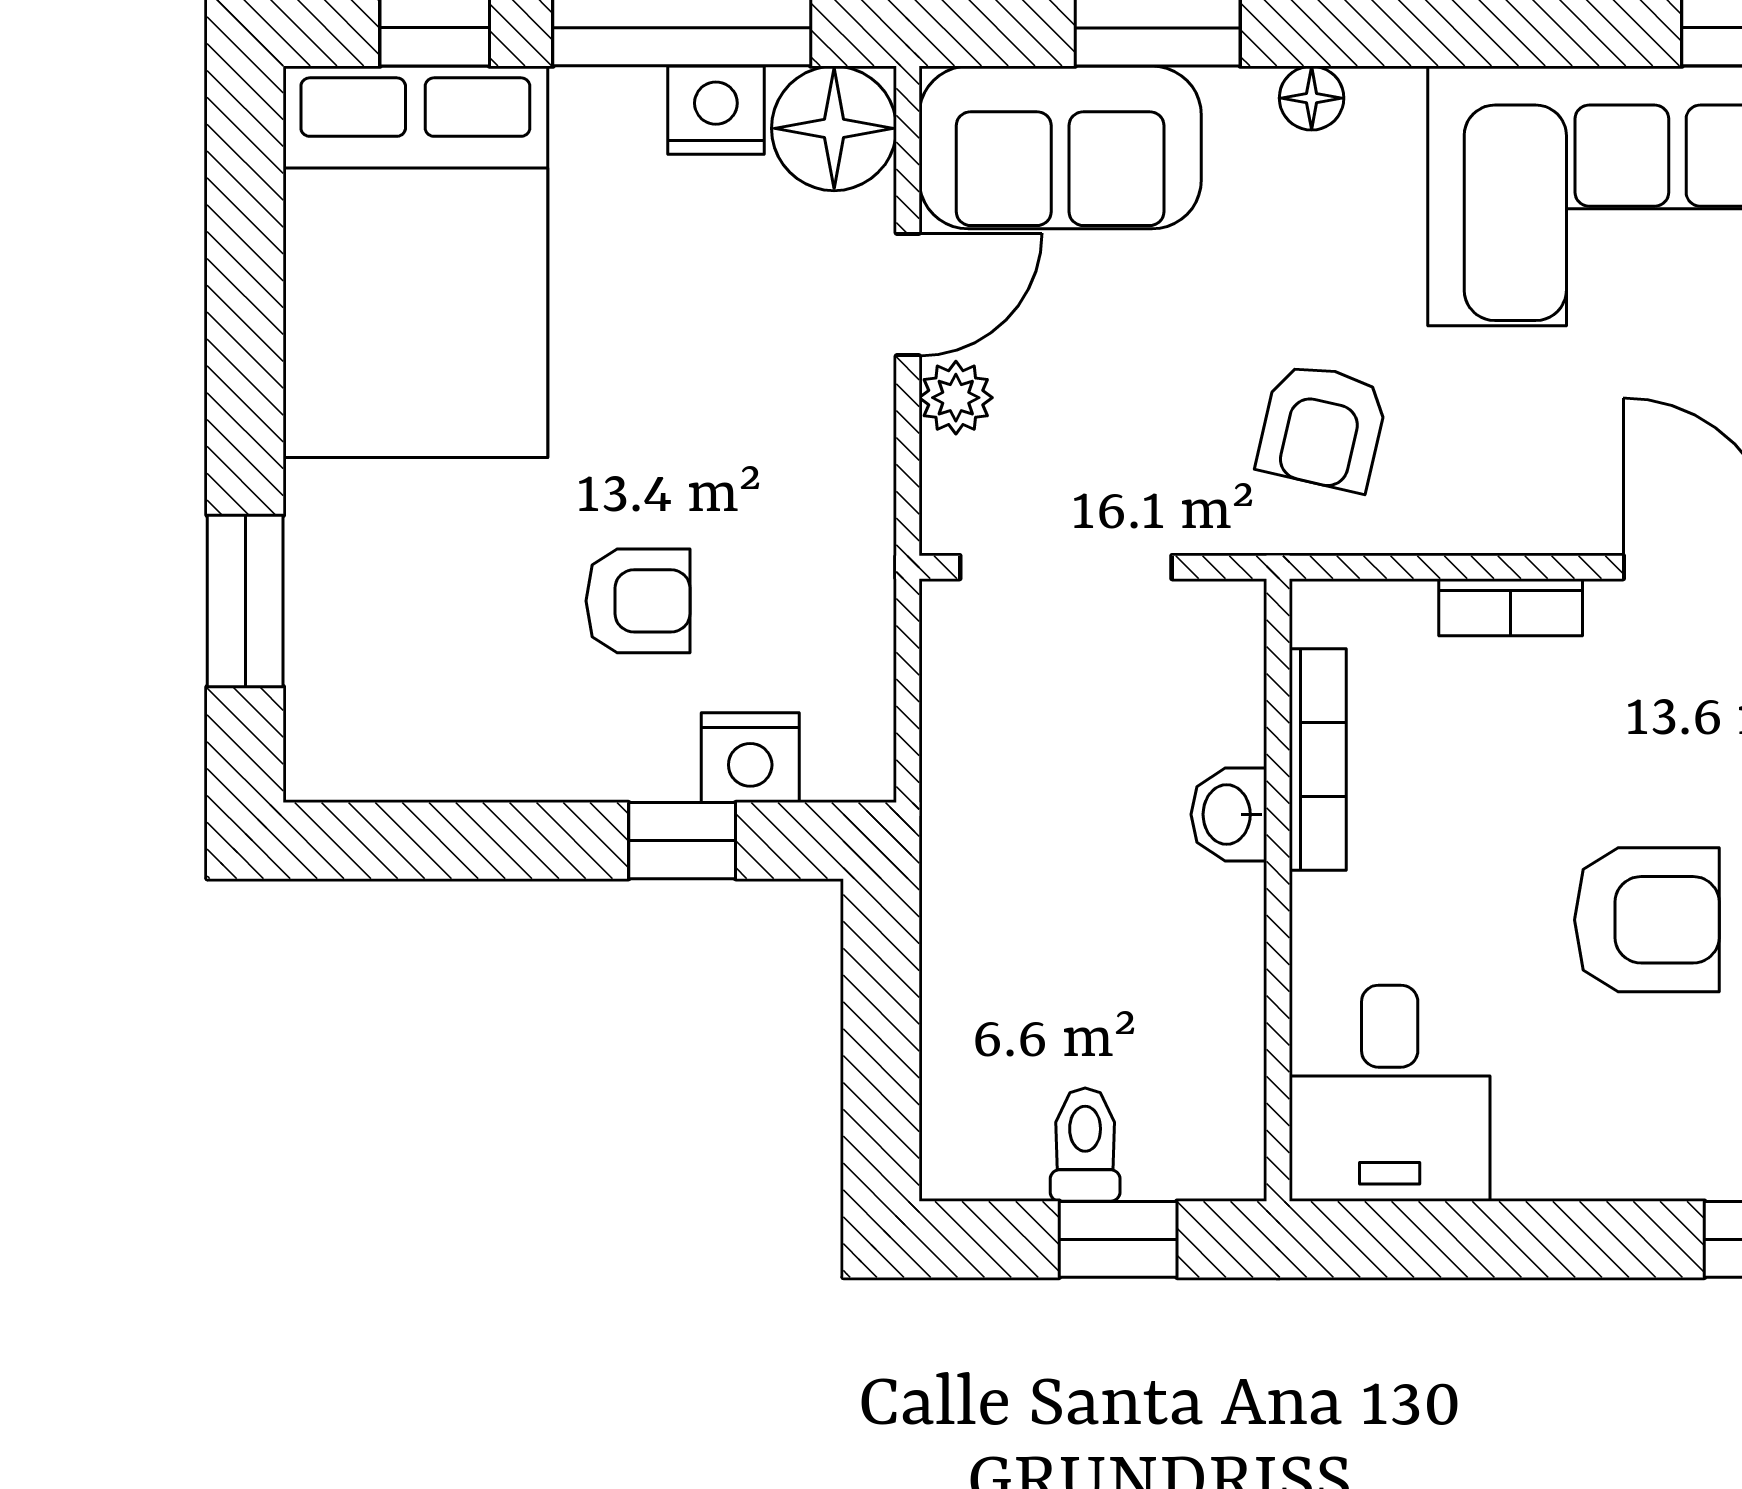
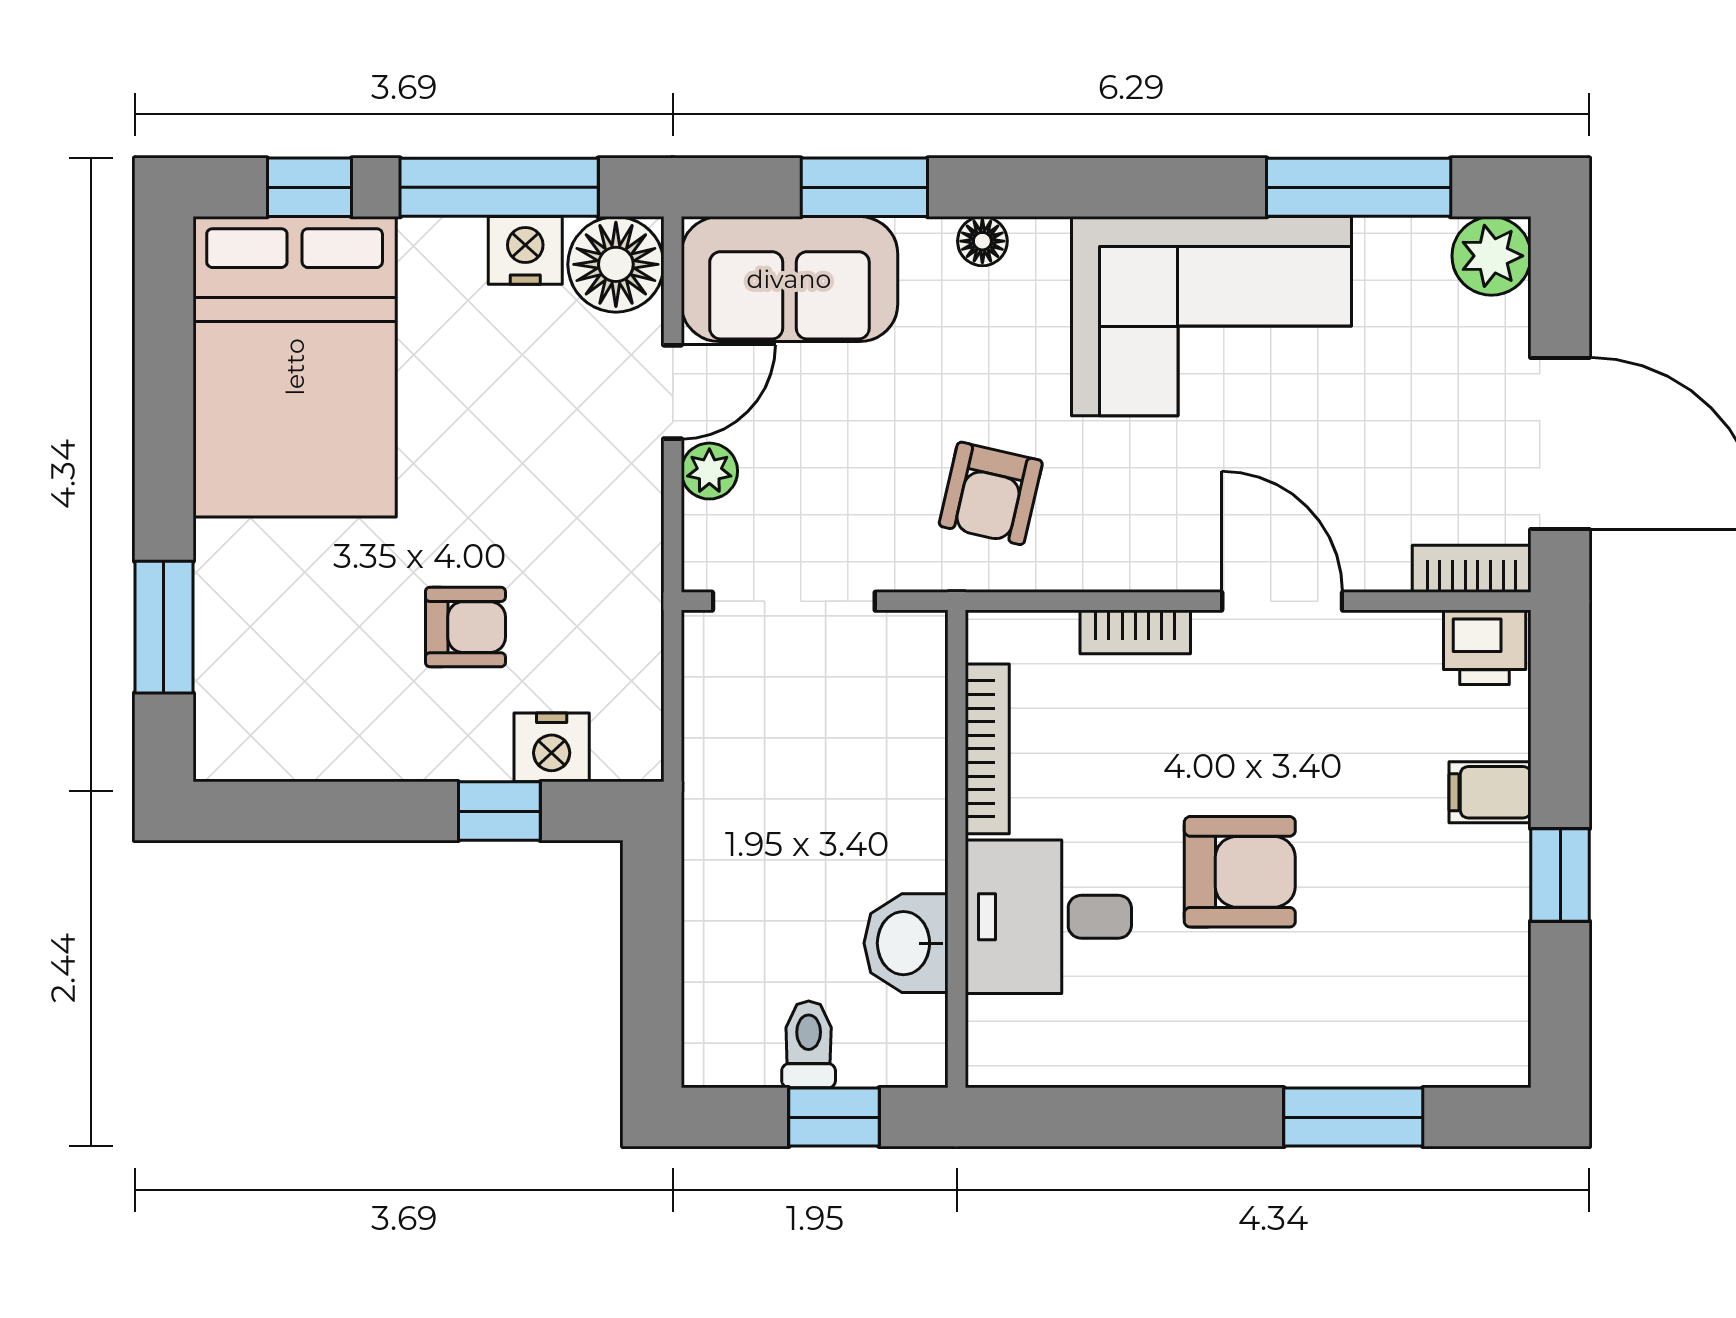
washbasin: (1229, 814) -> (906, 943), moved, width x1.38, depth x1.45
desk: (1390, 1093) -> (1048, 917), moved, turned 90

